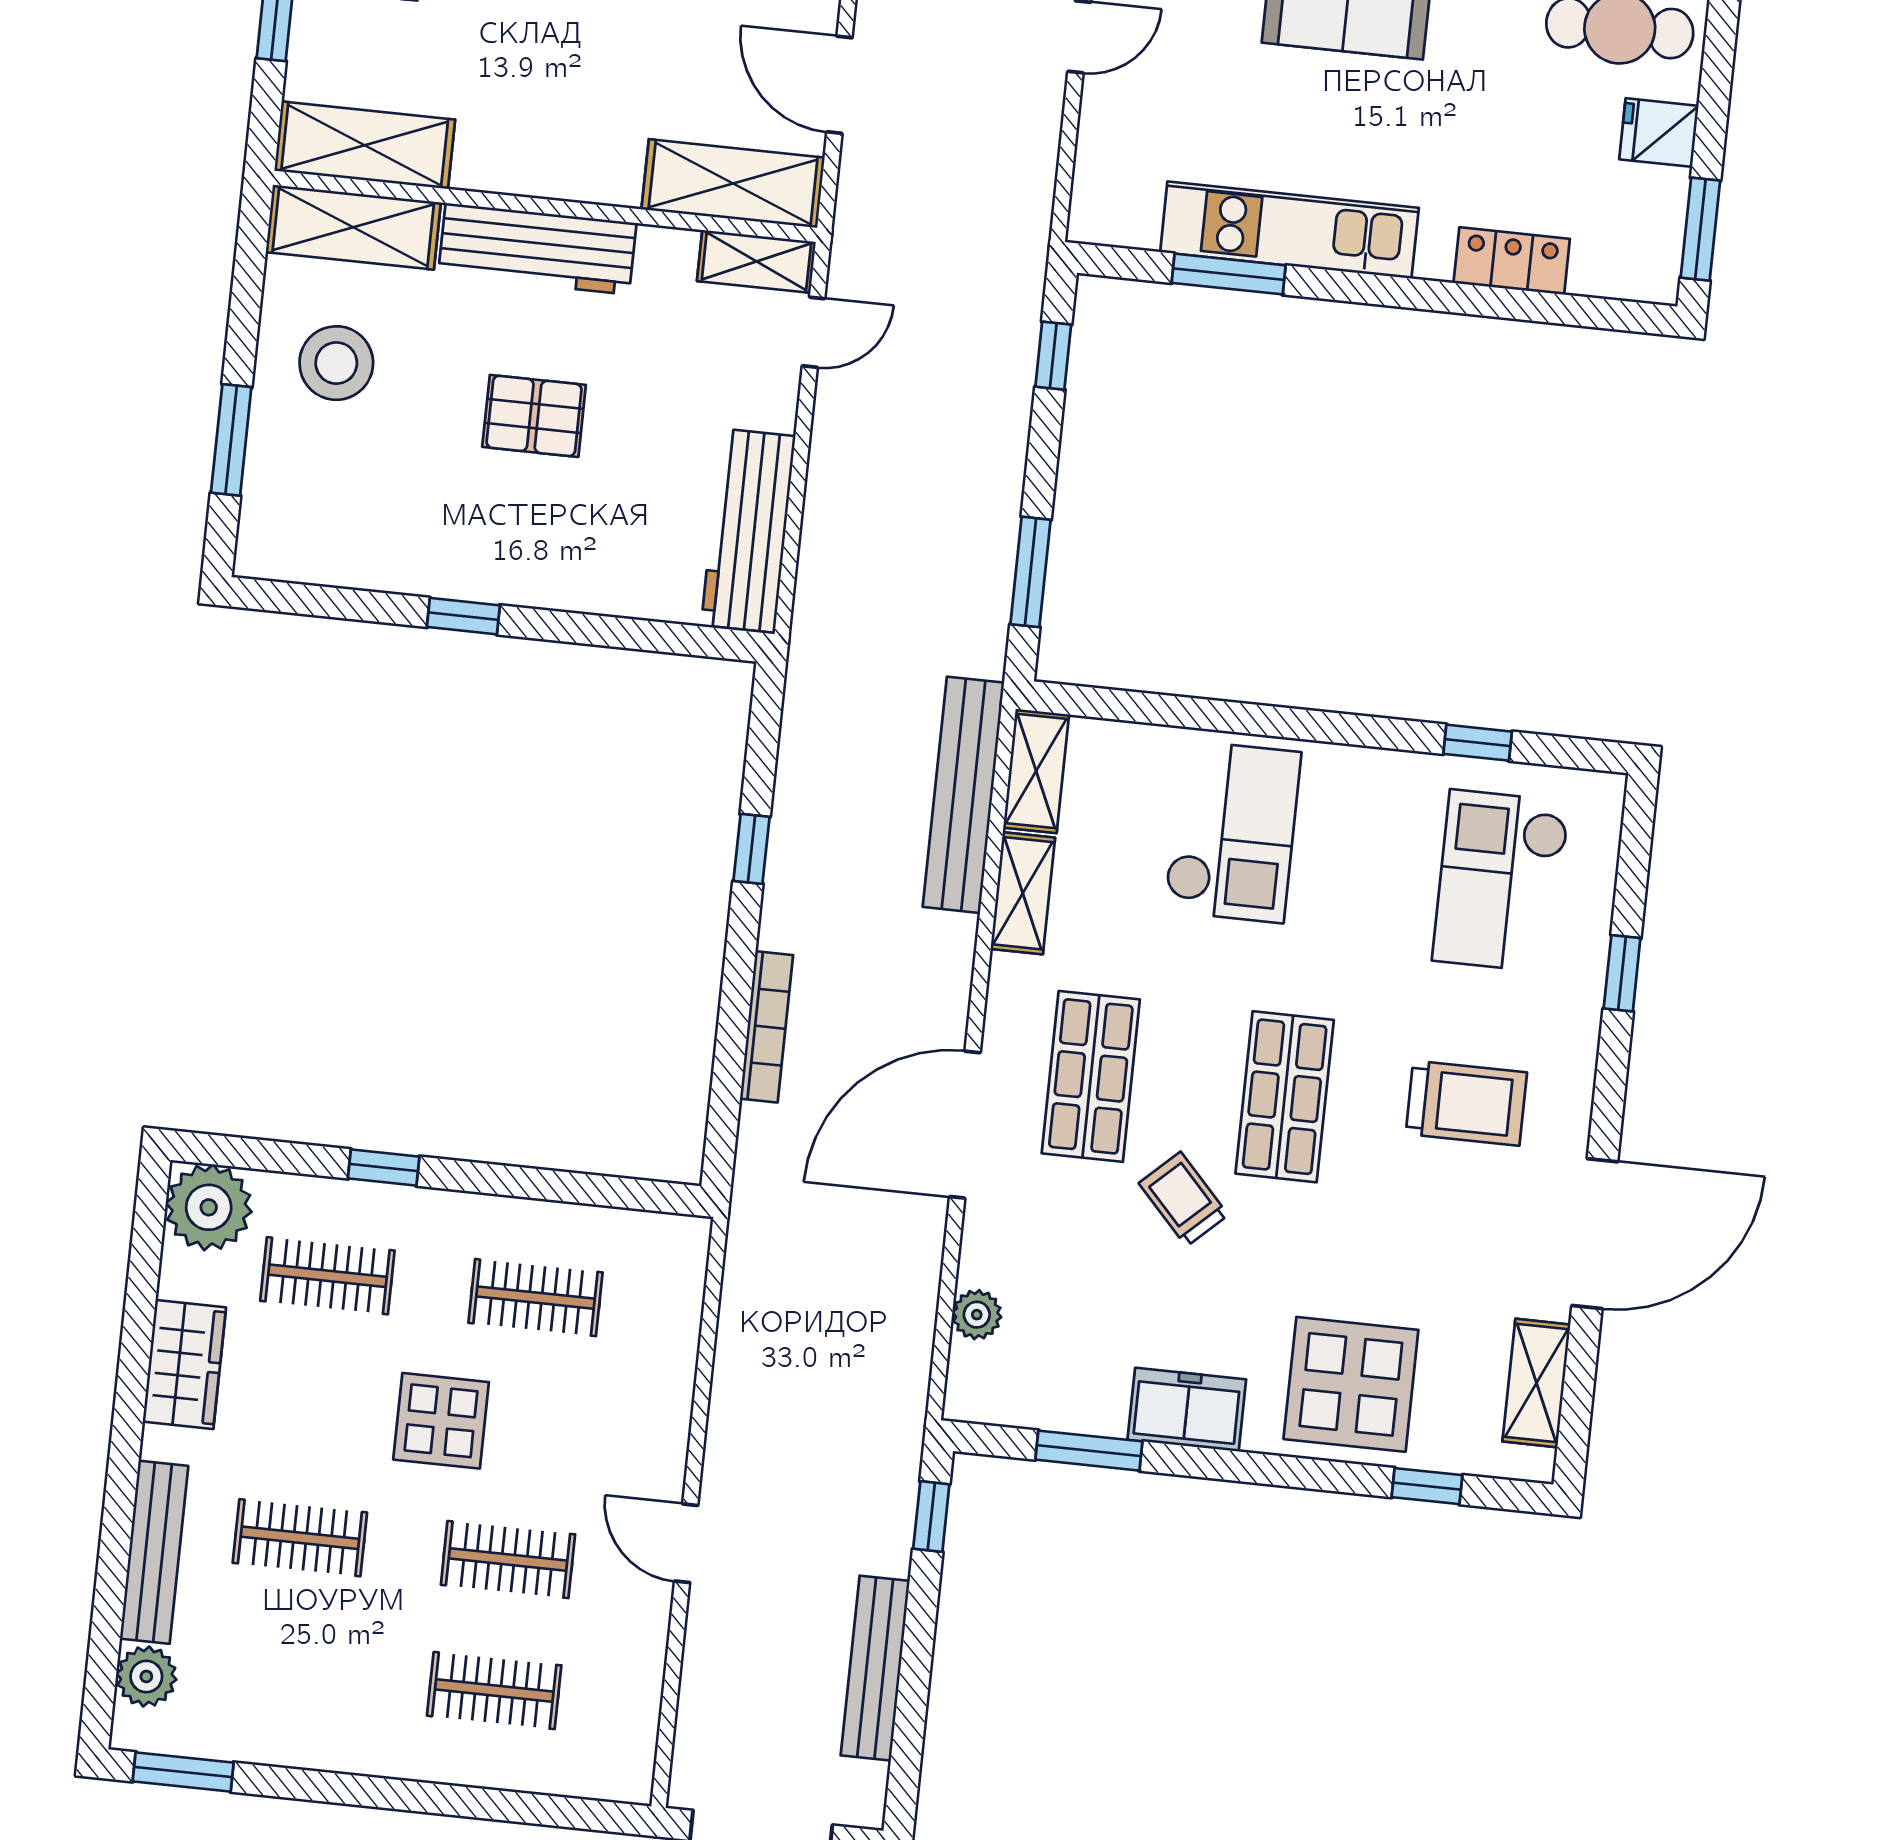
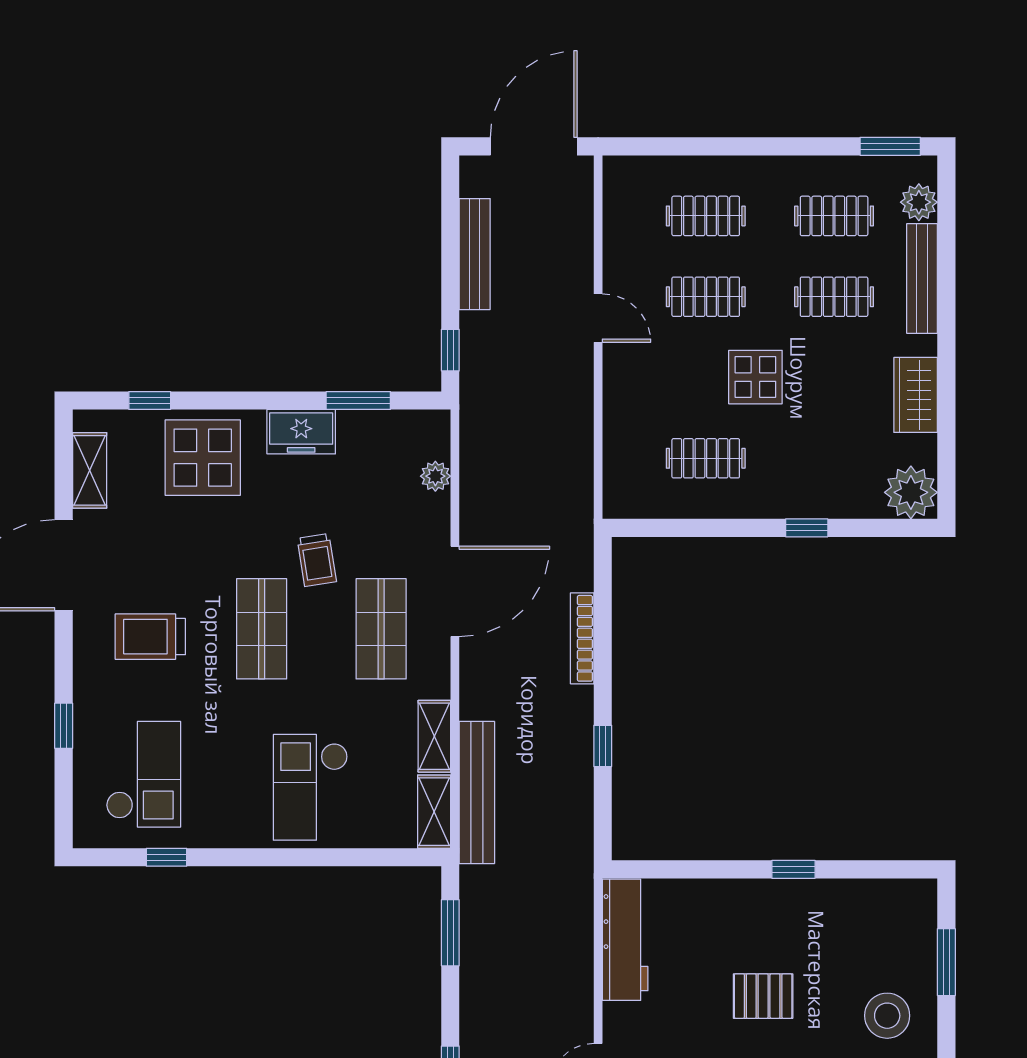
trolley: (1183, 1199) -> (317, 560), turned 34
clothes rail: (327, 1276) -> (834, 216), moved

